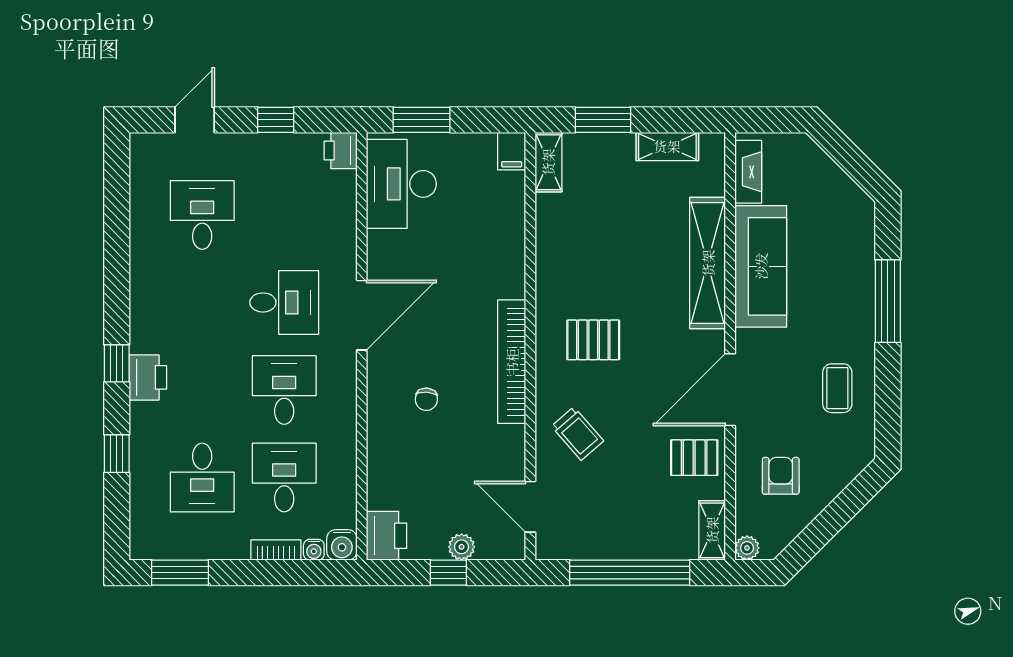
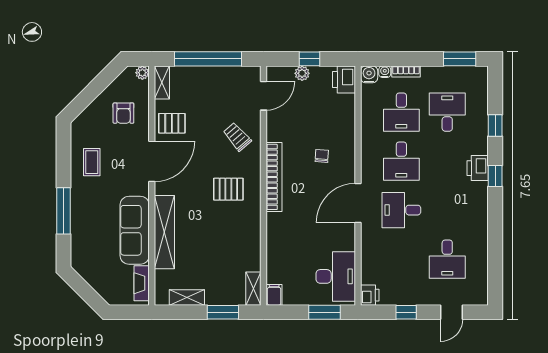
door: (530, 507) -> (264, 96), hinge flipped

